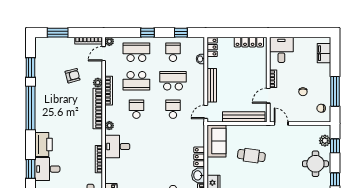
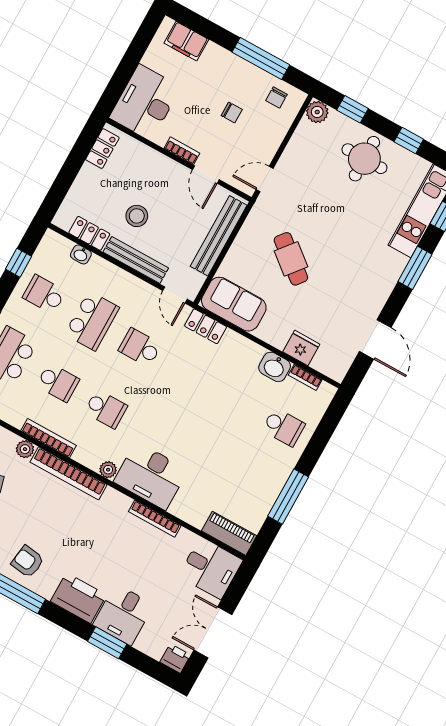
locker: (249, 42) -> (102, 149), width x0.66
locker: (212, 47) -> (89, 233), moved
desk: (281, 50) -> (145, 102), width x1.37
stool: (232, 75) -> (137, 216), added
school desk: (136, 81) -> (58, 382), width x0.54
school desk: (173, 81) -> (92, 321), turned 180
school desk: (136, 109) -> (106, 409), turned 180
armchair: (47, 112) -> (28, 562), added
plant: (325, 141) -> (317, 112), moved
desk: (117, 147) -> (151, 476), width x1.37
cafe table: (251, 156) -> (291, 259), turned -59
locker: (199, 157) -> (206, 326), moved

